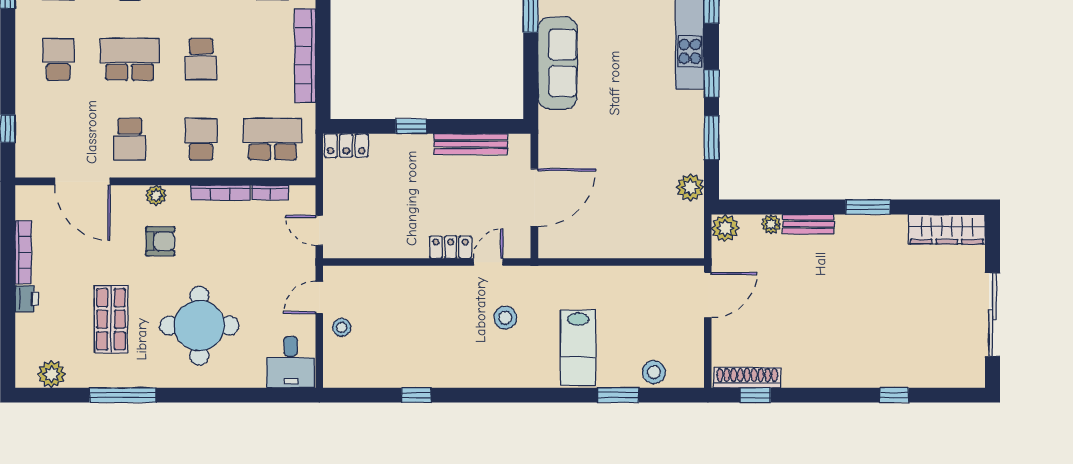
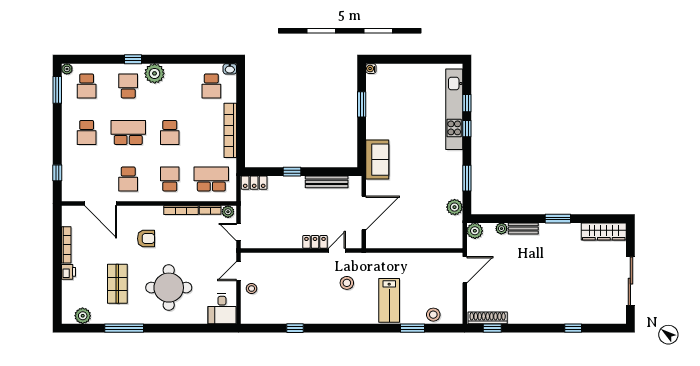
school desk: (58, 59) -> (87, 132), turned 180
sofa: (558, 63) -> (377, 160), moved, width x0.73
window: (711, 84) -> (467, 129), moved
plant: (156, 195) -> (228, 212), moved

